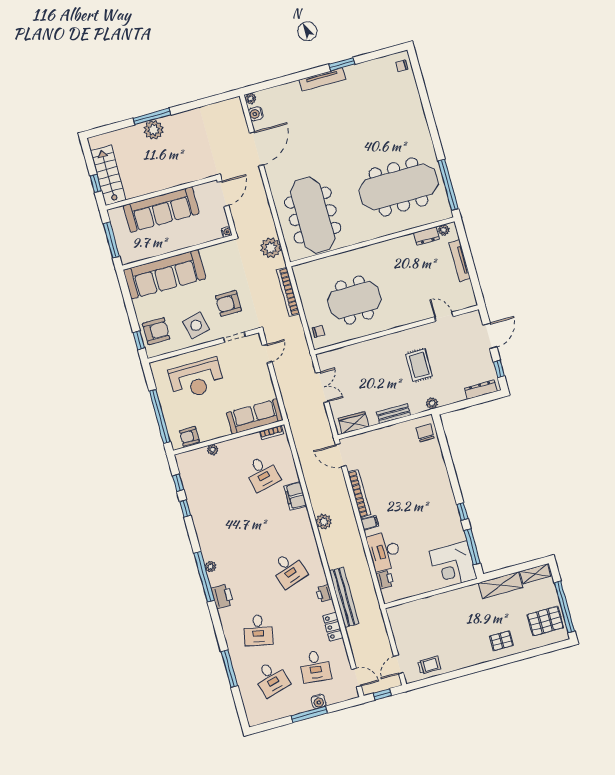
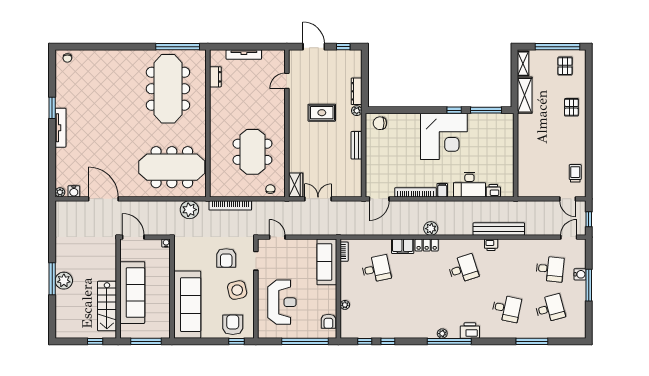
stairs: (108, 175) -> (107, 306), moved, turned -90
plant: (444, 230) -> (215, 61), removed
dresser: (481, 390) -> (357, 91), moved
wardrobe: (354, 423) -> (296, 185), moved, turned 180
corner desk: (453, 565) -> (444, 136), moved, width x1.36, depth x1.36
pallet: (545, 621) -> (565, 66), width x0.67, depth x0.71
locker: (333, 627) -> (427, 245), moved

